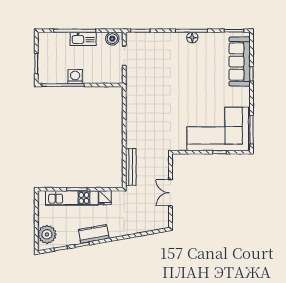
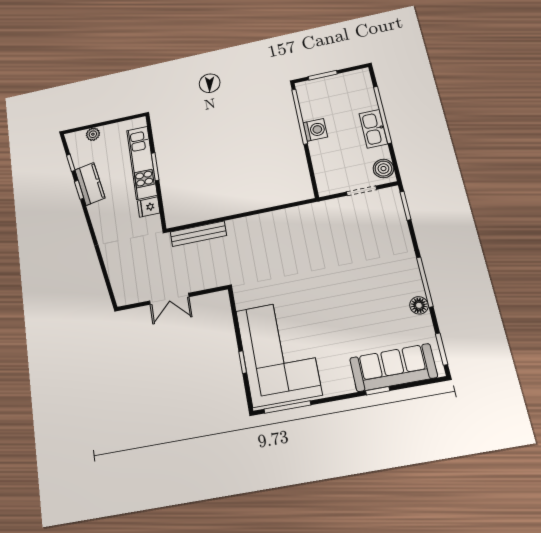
floor lamp: (192, 38) -> (419, 305), moved
double door: (170, 193) -> (169, 299), swing flipped
plant: (47, 234) -> (93, 134), width x0.53, depth x0.53
kitchen counter: (94, 234) -> (90, 184), moved

